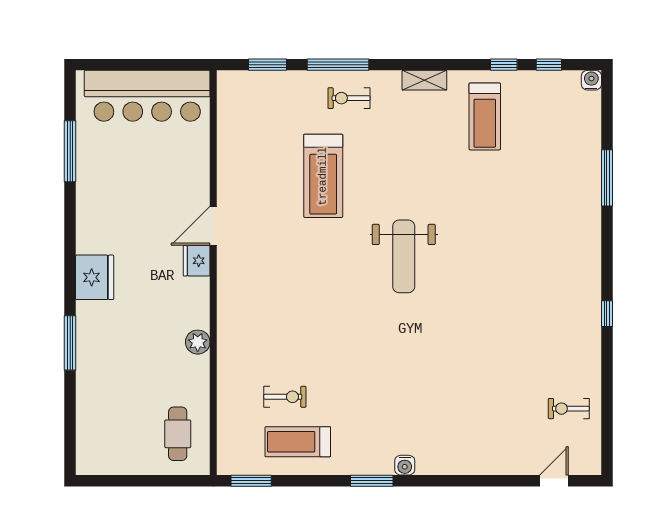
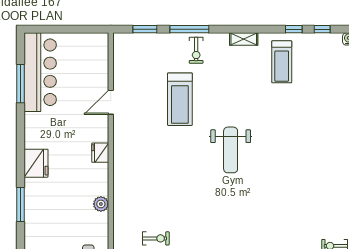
bar counter: (147, 96) -> (40, 72), moved, turned -90
exercise bike: (349, 98) -> (196, 50), turned -90
door: (213, 226) -> (111, 102), moved

